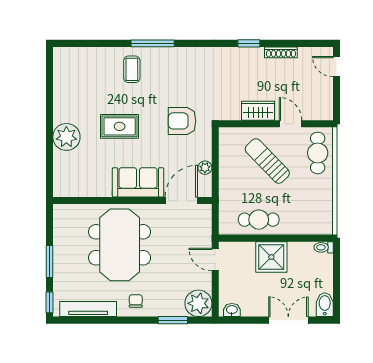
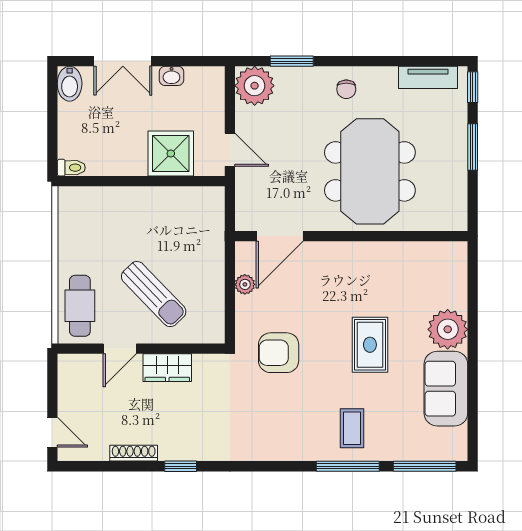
window: (82, 43) -> (425, 466), added
window: (153, 43) -> (348, 466), moved
armchair: (182, 121) -> (279, 353), turned 180
door: (290, 124) -> (120, 349), hinge flipped
rug: (120, 126) -> (370, 345), turned 90
sofa: (138, 182) -> (446, 389), moved, turned 90
cafe table: (259, 220) -> (166, 208), removed
shower: (271, 257) -> (171, 154), moved
tv unit: (88, 309) -> (428, 77), width x0.71
washbasin: (232, 310) -> (171, 76), moved

